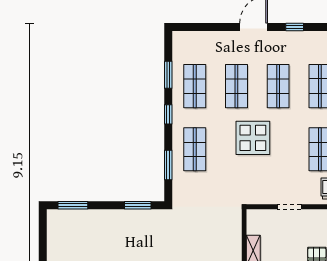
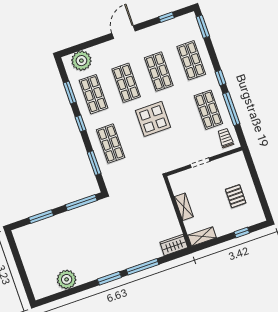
window: (295, 27) -> (166, 17), moved
plant: (194, 43) -> (81, 61), added
window: (73, 205) -> (41, 217), moved
window: (138, 205) -> (81, 203), width x1.44

